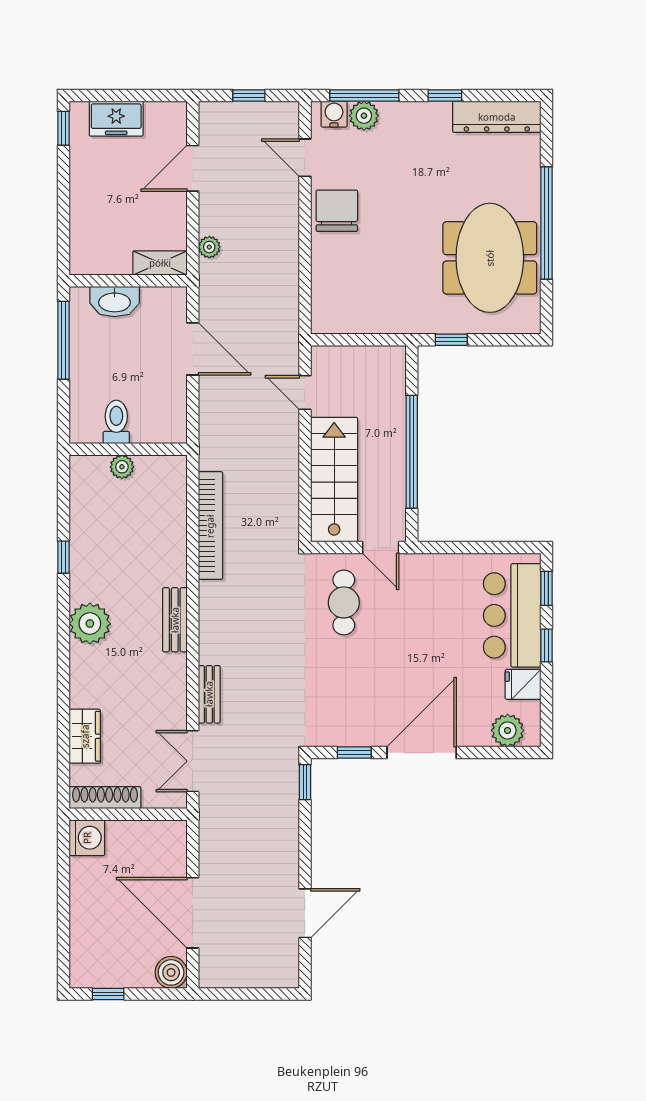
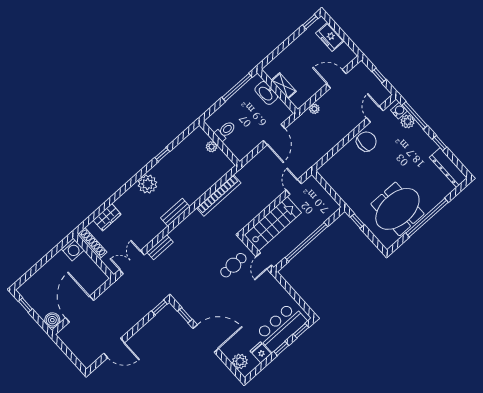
shelving: (160, 263) -> (284, 86), moved

